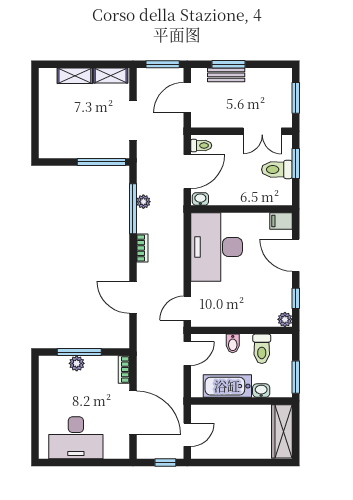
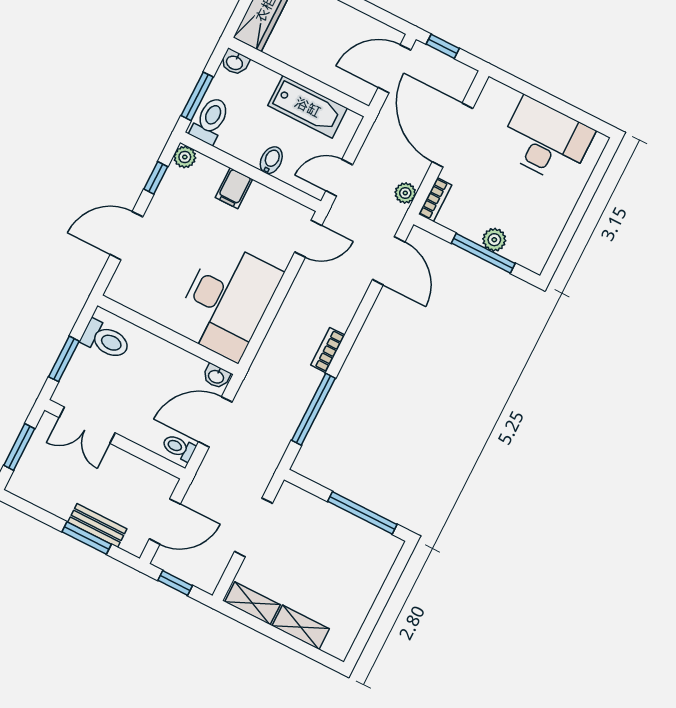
window: (163, 64) -> (175, 583), width x0.67
double door: (262, 131) -> (87, 425), swing flipped
window: (101, 162) -> (362, 513), moved
toilet: (277, 169) -> (106, 340), moved
plant: (143, 202) -> (405, 193), moved
filing cabinet: (281, 221) -> (234, 188), moved, turned 90
door: (296, 255) -> (126, 236), swing flipped
door: (133, 297) -> (389, 261), moved
toilet: (262, 349) -> (210, 120), moved
window: (296, 377) -> (197, 96), moved
washbasin: (261, 391) -> (235, 62), moved
door: (187, 435) -> (394, 69), width x1.38

